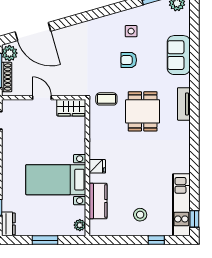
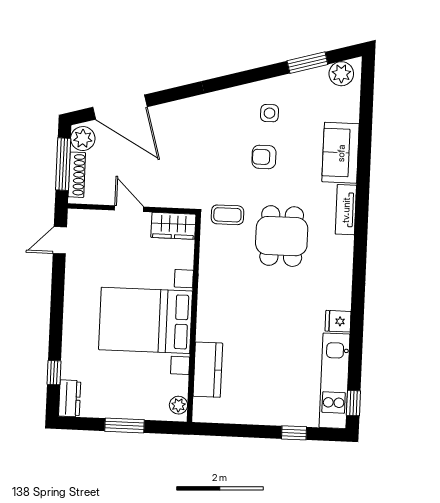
tv unit: (184, 104) -> (346, 210), moved
fridge: (97, 166) -> (338, 321), moved, turned 180
bed with nightstands: (56, 180) -> (146, 320), width x1.36
stool: (140, 215) -> (271, 393), removed

